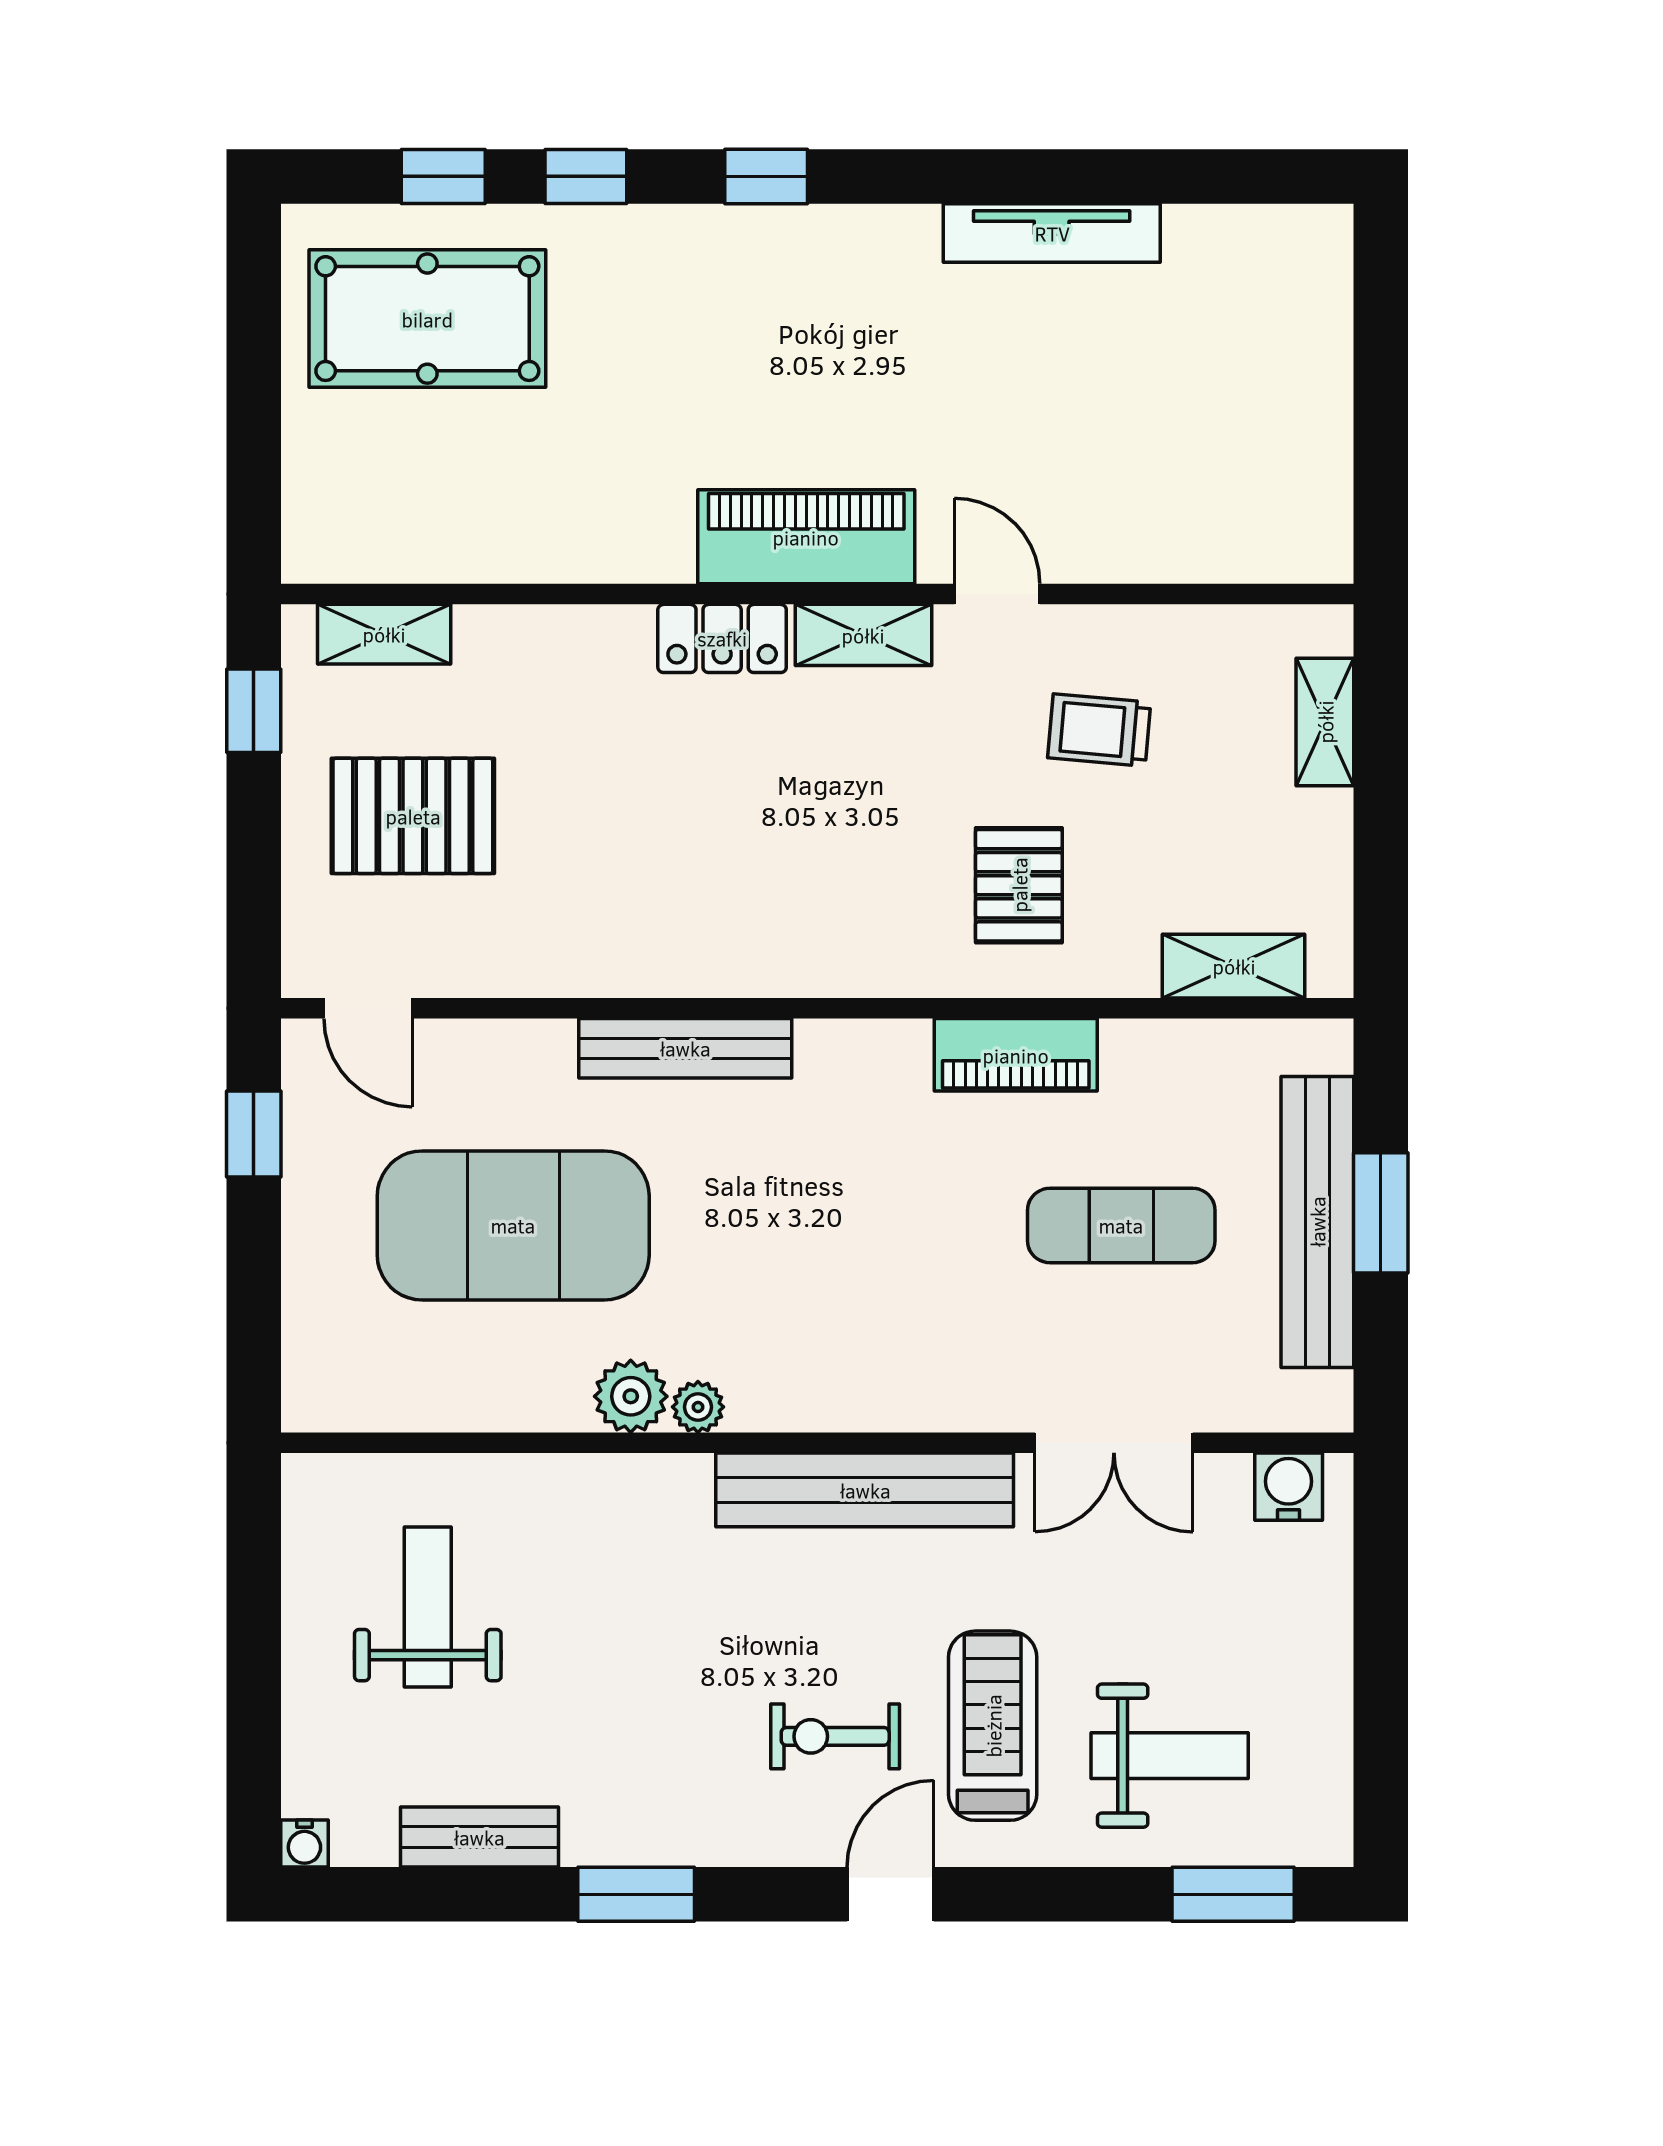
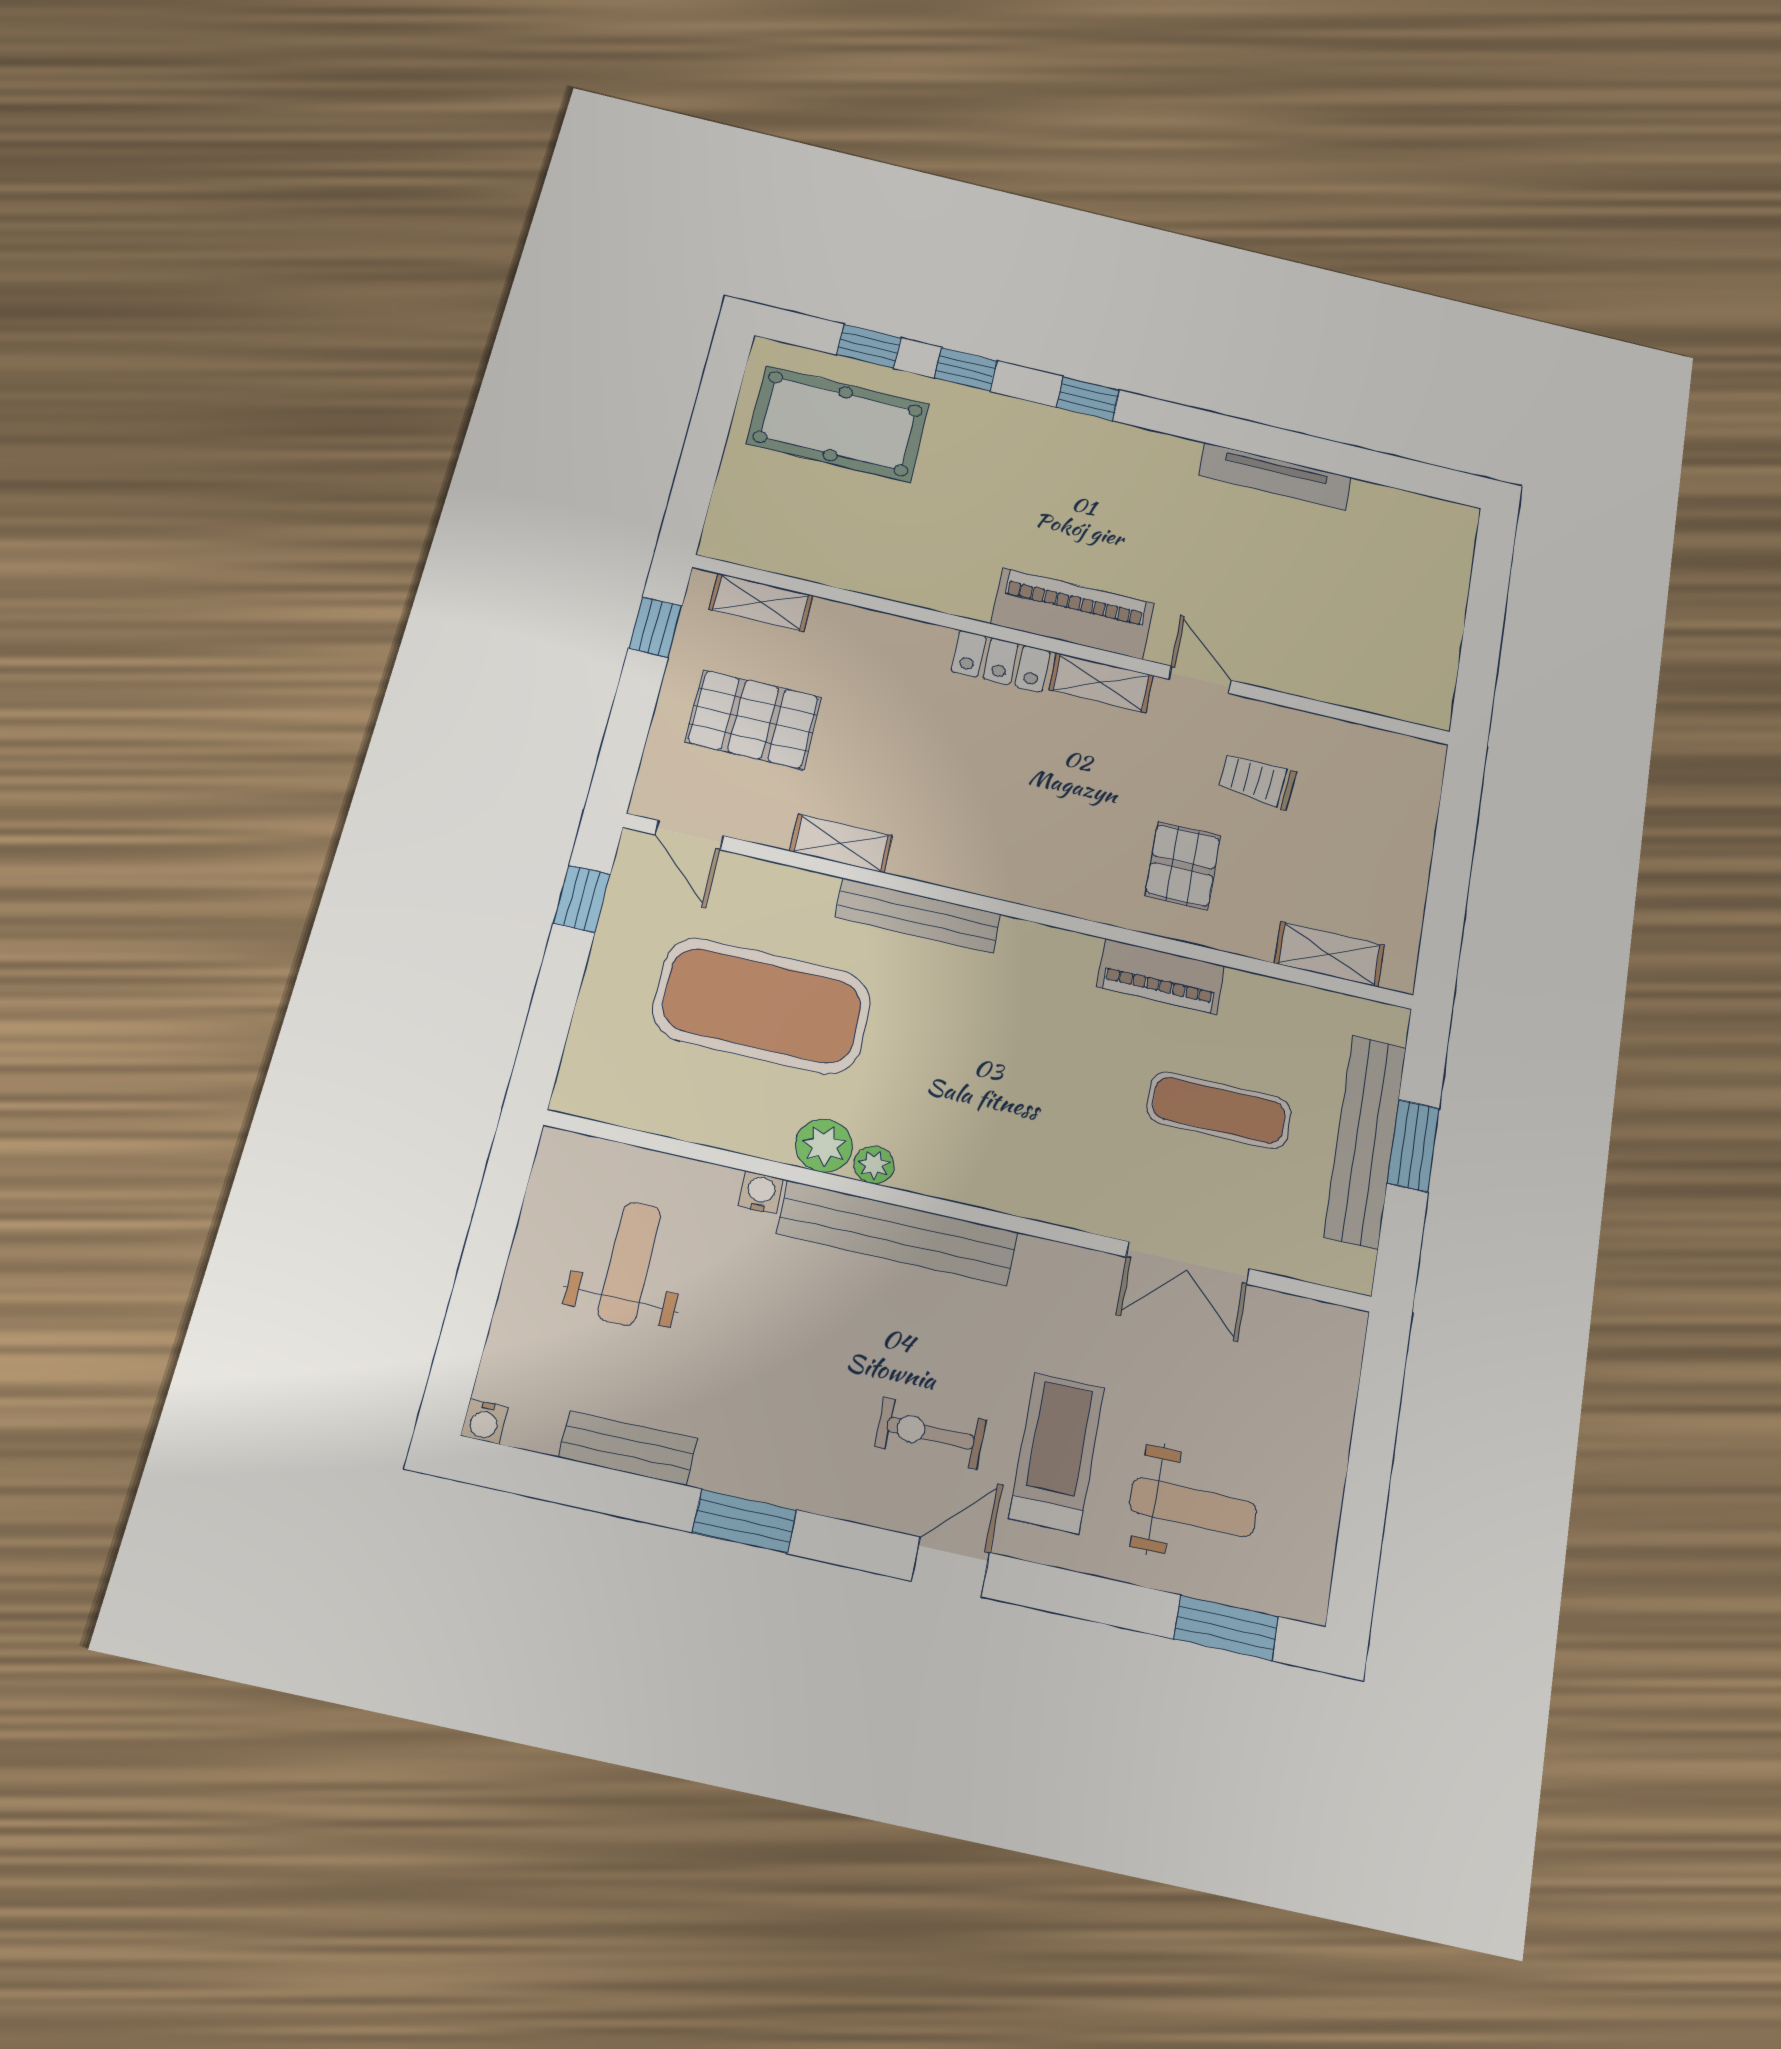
shelving: (1325, 722) -> (841, 843), moved, turned 90
water cooler: (1289, 1487) -> (761, 1192), moved, width x0.72, depth x0.72
bench: (865, 1490) -> (897, 1233), moved

